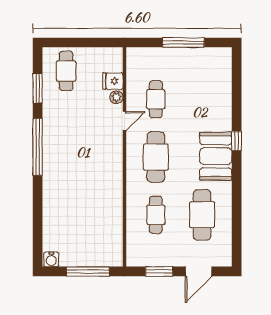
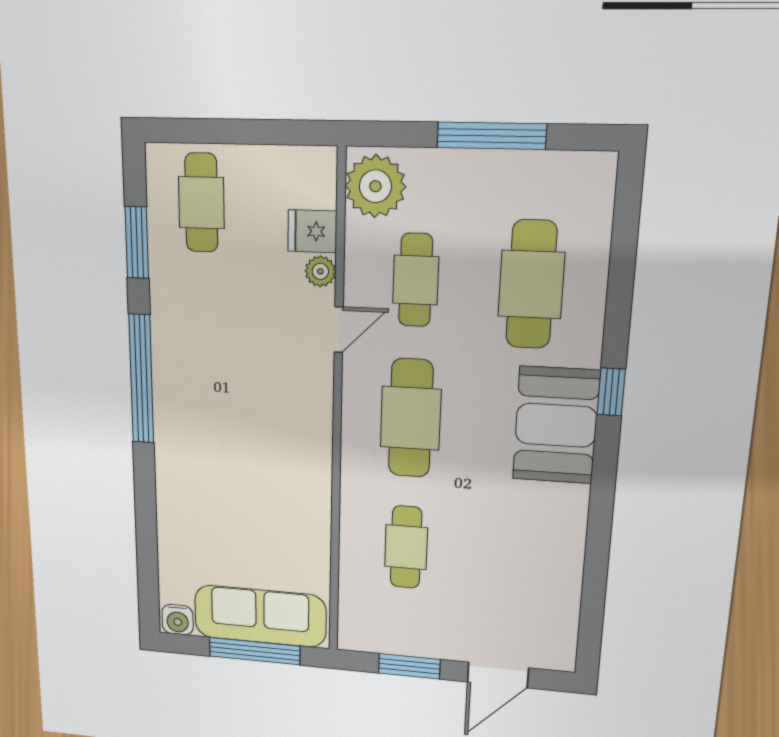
plant: (138, 63) -> (375, 186), added
cafe table: (202, 215) -> (531, 285), moved
sofa: (90, 254) -> (260, 616), added

